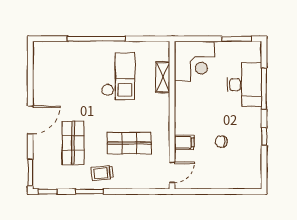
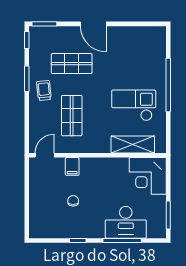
checkout: (118, 76) -> (134, 105), turned 180
shelving: (163, 77) -> (133, 144), width x1.50, depth x1.33
door: (172, 172) -> (45, 155), swing flipped

